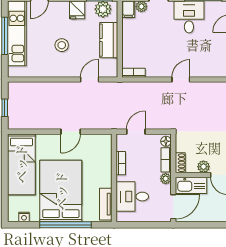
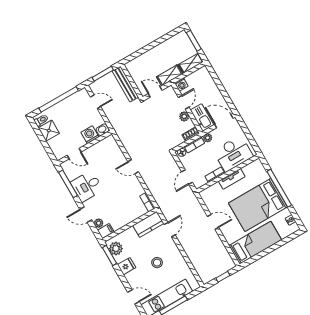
kitchen counter: (109, 40) -> (148, 224), moved
door: (90, 80) -> (170, 230), swing flipped
door: (136, 132) -> (187, 177), hinge flipped
desk: (132, 197) -> (233, 154), width x1.37
tv unit: (106, 204) -> (232, 179), moved

